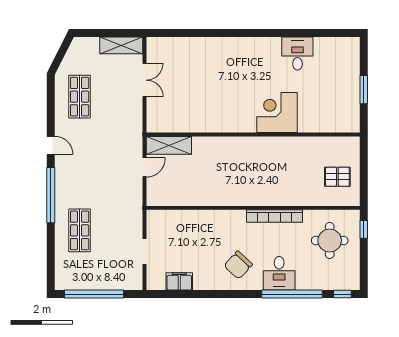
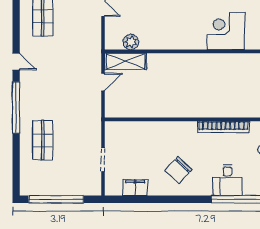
plant: (175, 124) -> (131, 42), added
chair: (238, 265) -> (178, 170), moved

